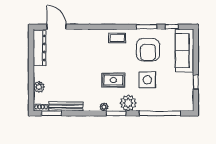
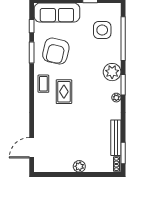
dresser: (40, 48) -> (54, 166), removed
armchair: (148, 50) -> (56, 51), turned 103
rug: (113, 80) -> (64, 92), moved
side table: (147, 80) -> (102, 30), moved
plant: (39, 87) -> (79, 166), moved

